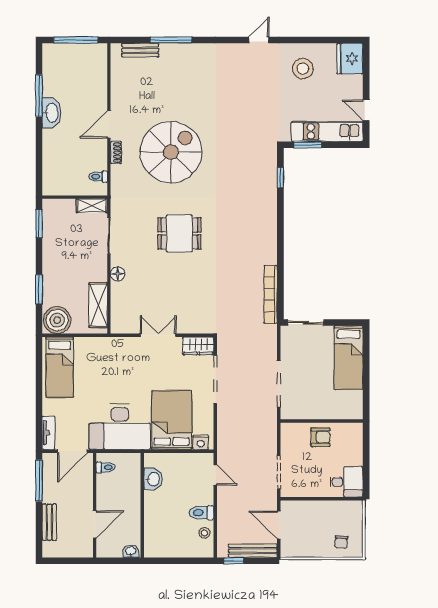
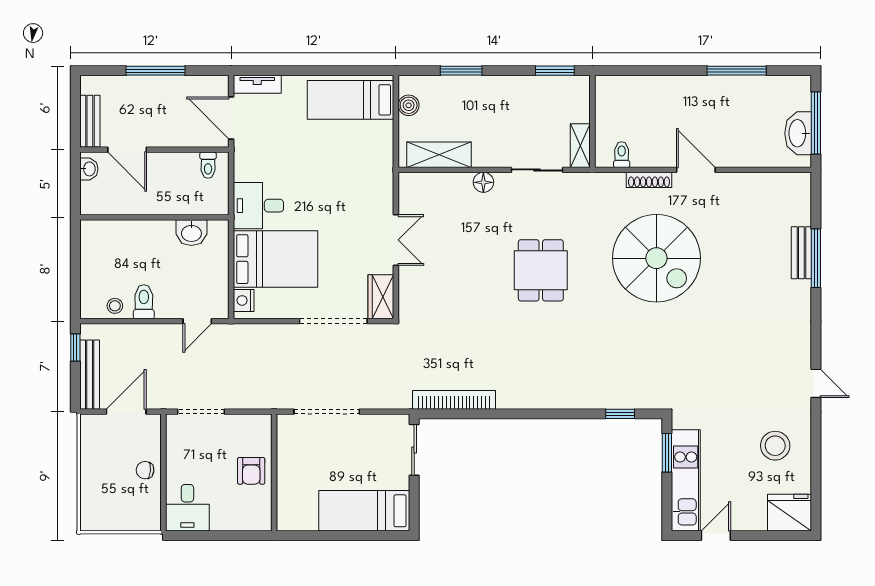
bench: (140, 50) -> (801, 253), moved
washbasin: (52, 113) -> (798, 133), moved, turned 90
shoe rack: (116, 153) -> (649, 180), width x1.43
boiler: (57, 320) -> (409, 105), width x0.54, depth x0.54
desk: (120, 427) -> (258, 206), width x0.53, depth x0.77
window: (39, 481) -> (155, 71), moved
bench: (49, 522) -> (90, 121), moved, turned 90
chair: (341, 542) -> (145, 470), moved
washbasin: (131, 551) -> (89, 169), moved

